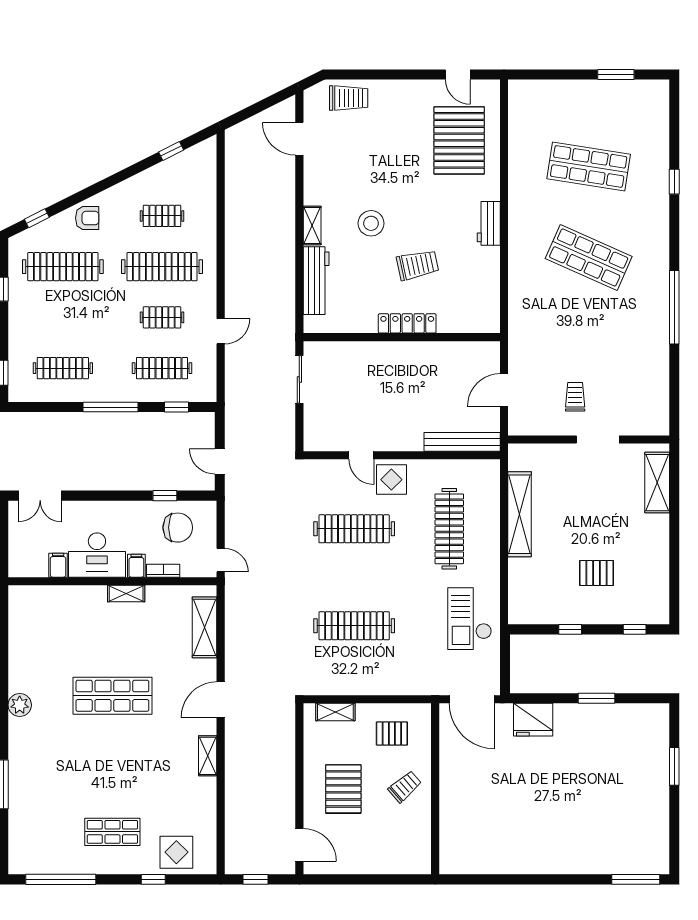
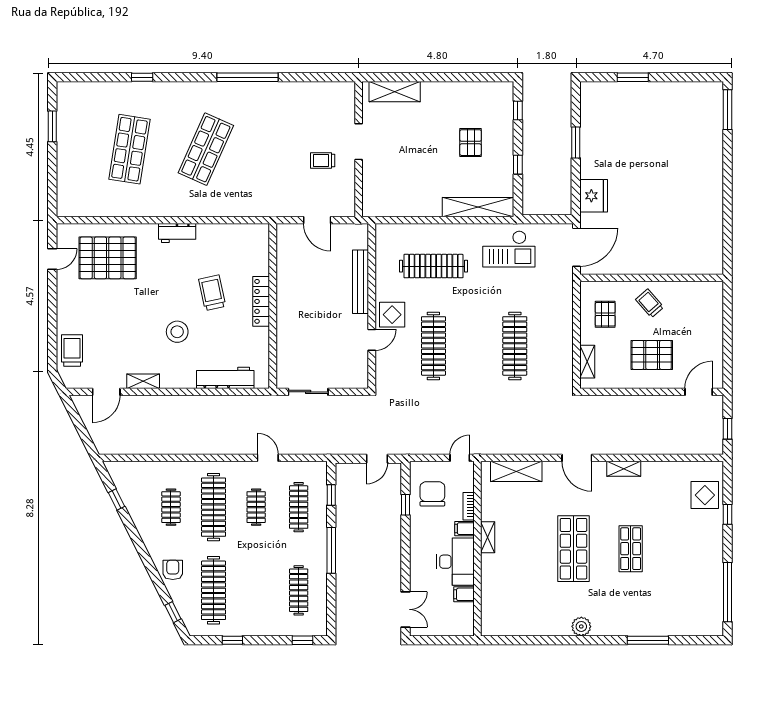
shelving: (312, 225) -> (143, 381), moved
bench: (462, 442) -> (361, 282), moved
shelving: (520, 514) -> (478, 207), moved
shop shelf: (112, 832) -> (631, 549), moved

